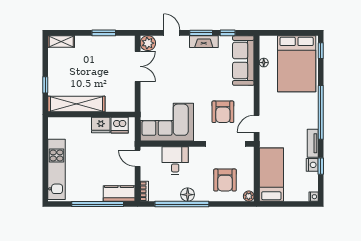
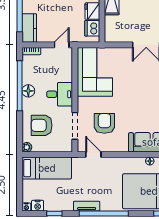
armchair: (223, 112) -> (104, 123), turned 90
tv unit: (313, 143) -> (87, 206), moved
doorway: (226, 144) -> (75, 126), width x0.73
desk: (175, 160) -> (60, 94), moved
nightstand: (312, 165) -> (38, 206), moved

